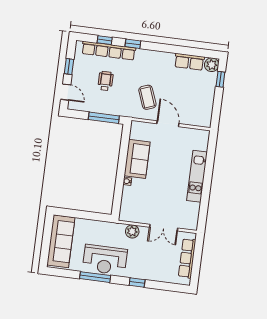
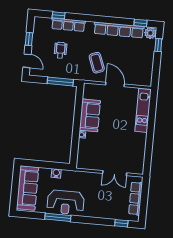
window: (133, 44) -> (140, 23), moved
row of seats: (109, 51) -> (68, 25), width x0.73
row of seats: (189, 62) -> (119, 30), width x2.02
kitchen unit: (197, 176) -> (143, 110), moved
water cooler: (95, 225) -> (56, 173), added
plant: (132, 231) -> (88, 177), removed
window: (137, 283) -> (121, 223), moved

